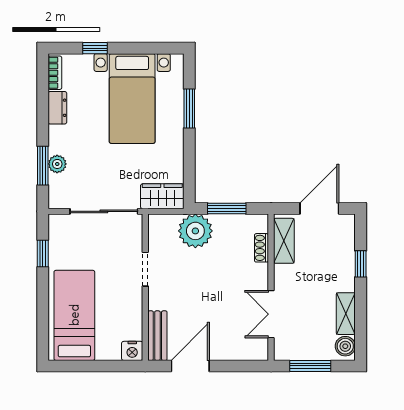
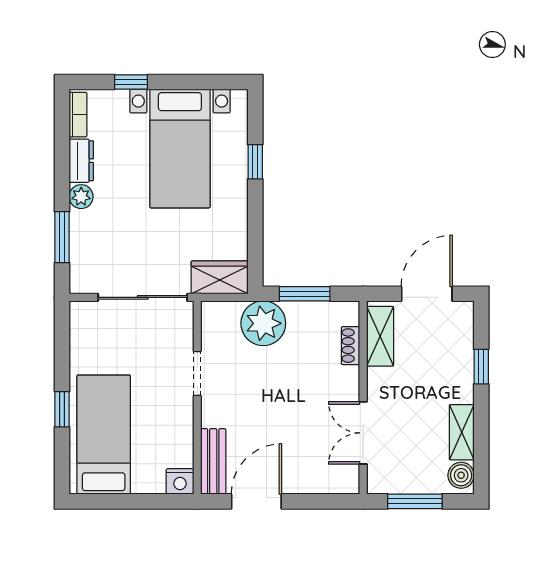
window: (189, 109) -> (255, 162), width x0.67
plant: (57, 164) -> (81, 197), moved
window: (43, 253) -> (62, 409), moved

